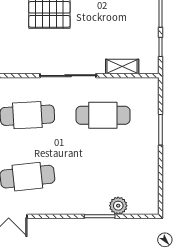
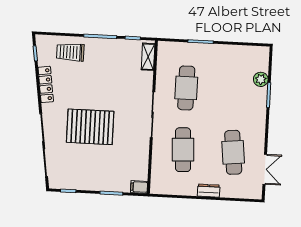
shelving: (122, 67) -> (148, 57), moved

